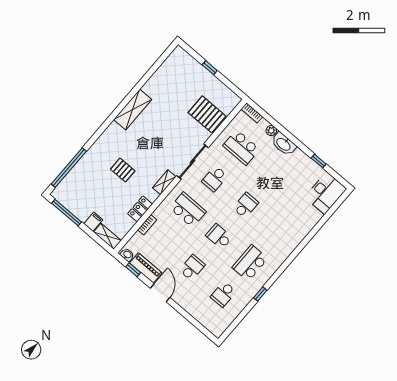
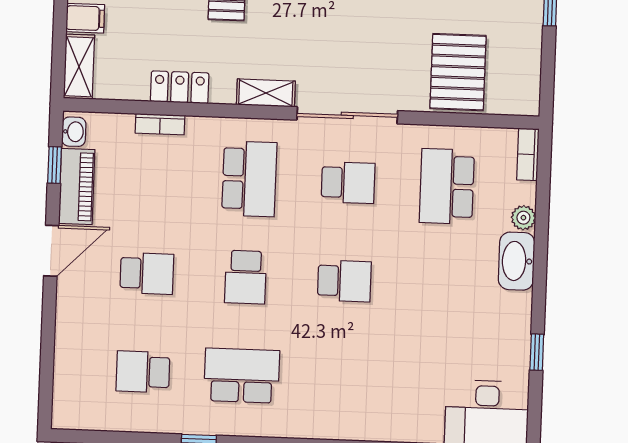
school desk: (215, 179) -> (348, 183), turned 180
school desk: (219, 236) -> (246, 277), turned 180

